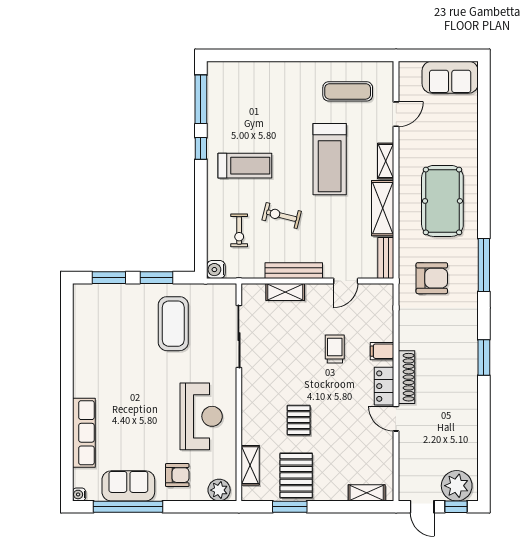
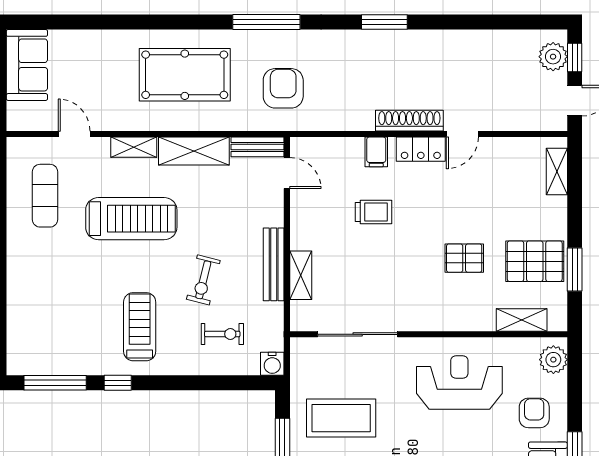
door: (346, 281) -> (287, 173), moved
trolley: (335, 349) -> (373, 212), turned 180
plant: (457, 486) -> (553, 57), width x0.73, depth x0.73

